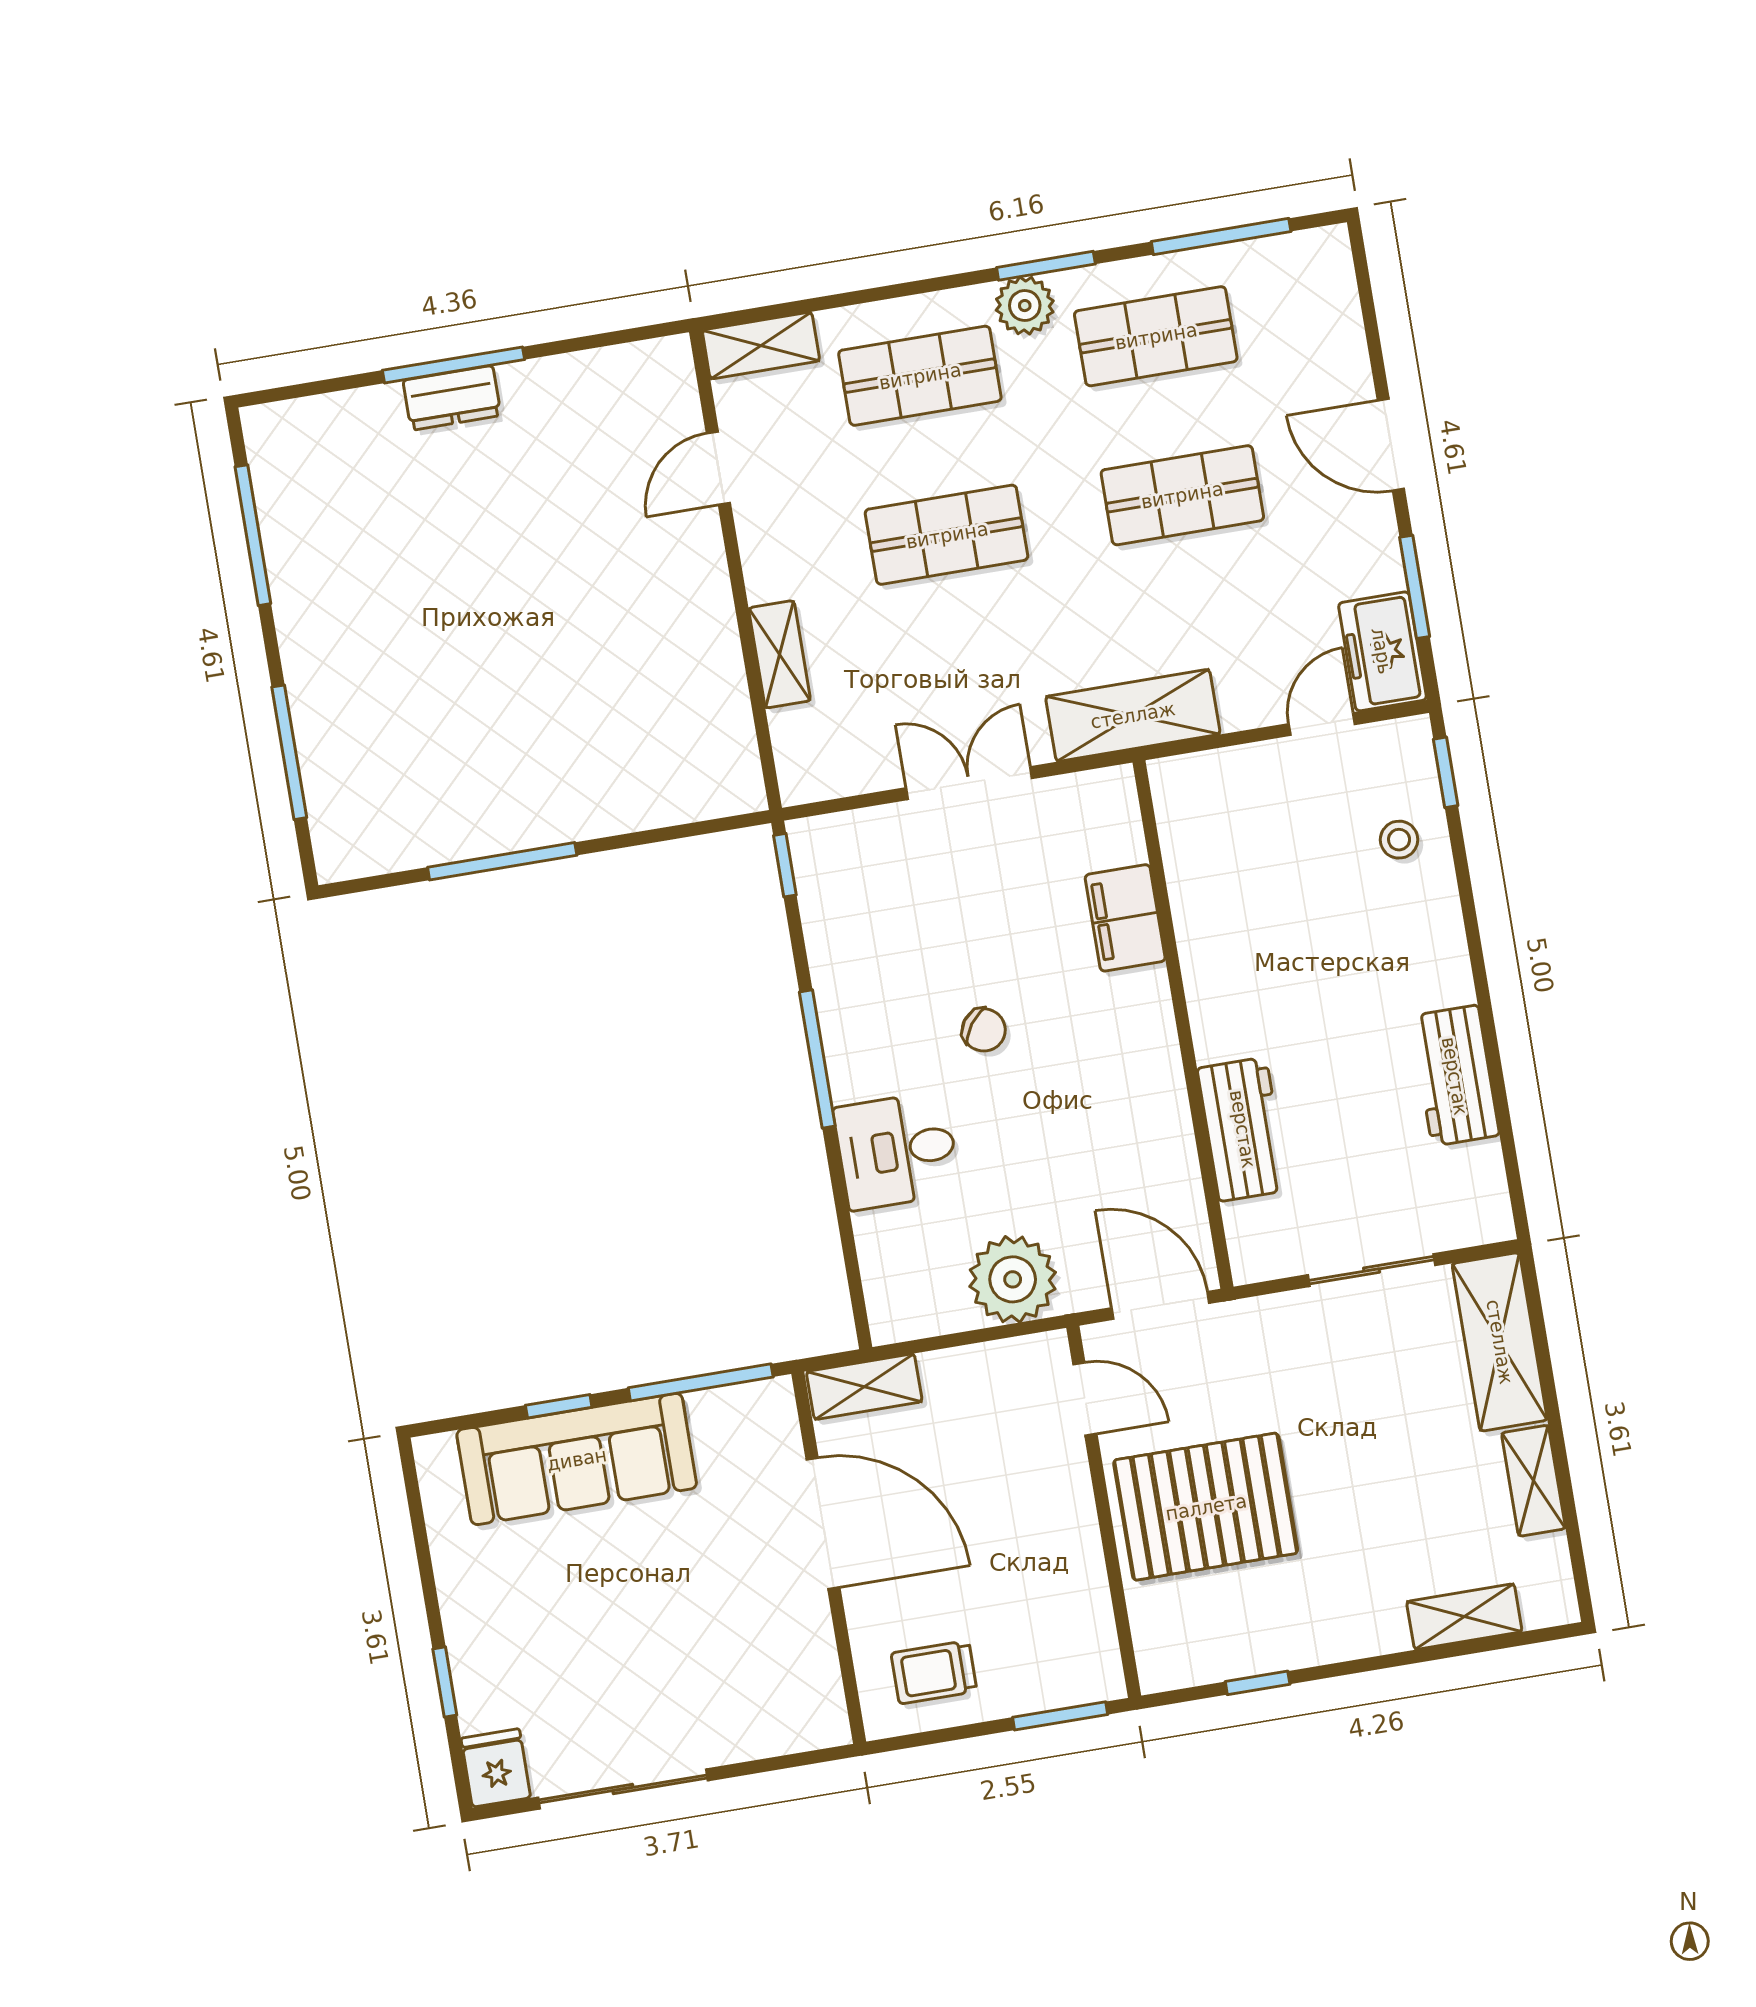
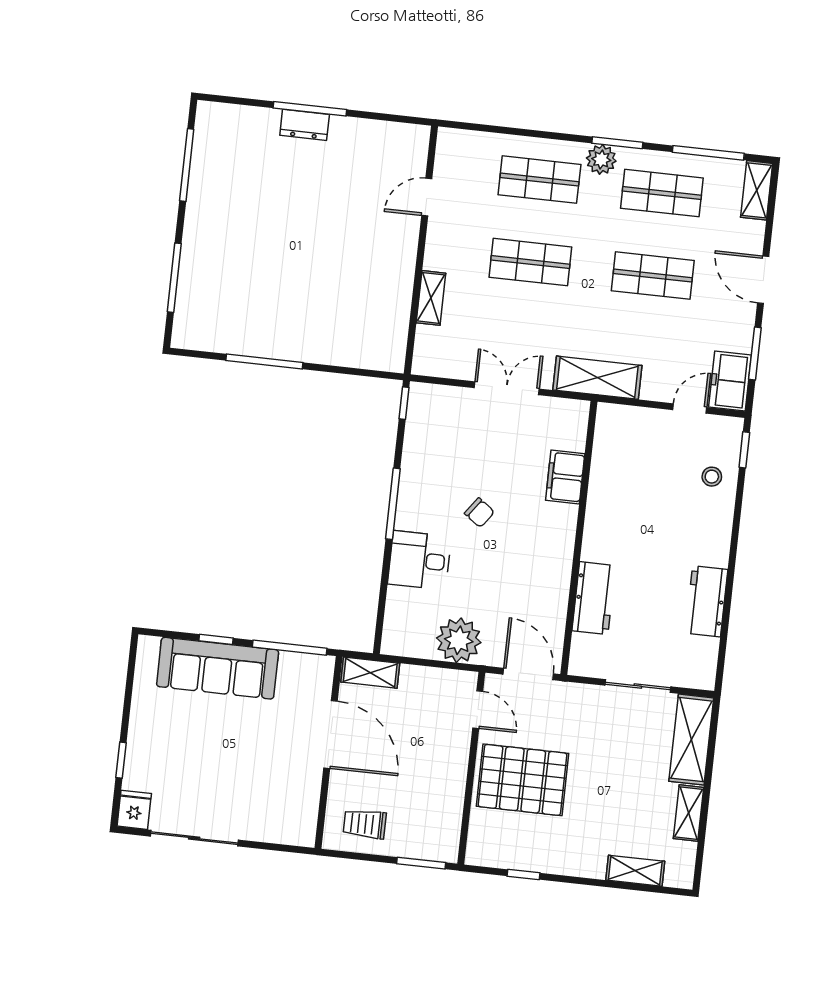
shelving: (761, 346) -> (757, 190), moved, turned 90

